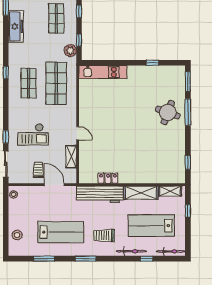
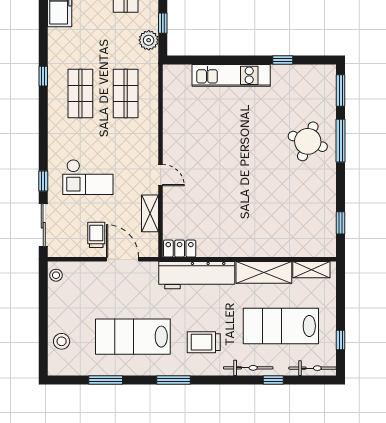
kitchen unit: (103, 72) -> (231, 75), moved
shop shelf: (56, 83) -> (126, 94), width x0.70, depth x0.74
locker: (108, 178) -> (180, 249), moved
window: (188, 211) -> (341, 340), moved
lab bench: (61, 232) -> (133, 337), turned 180

